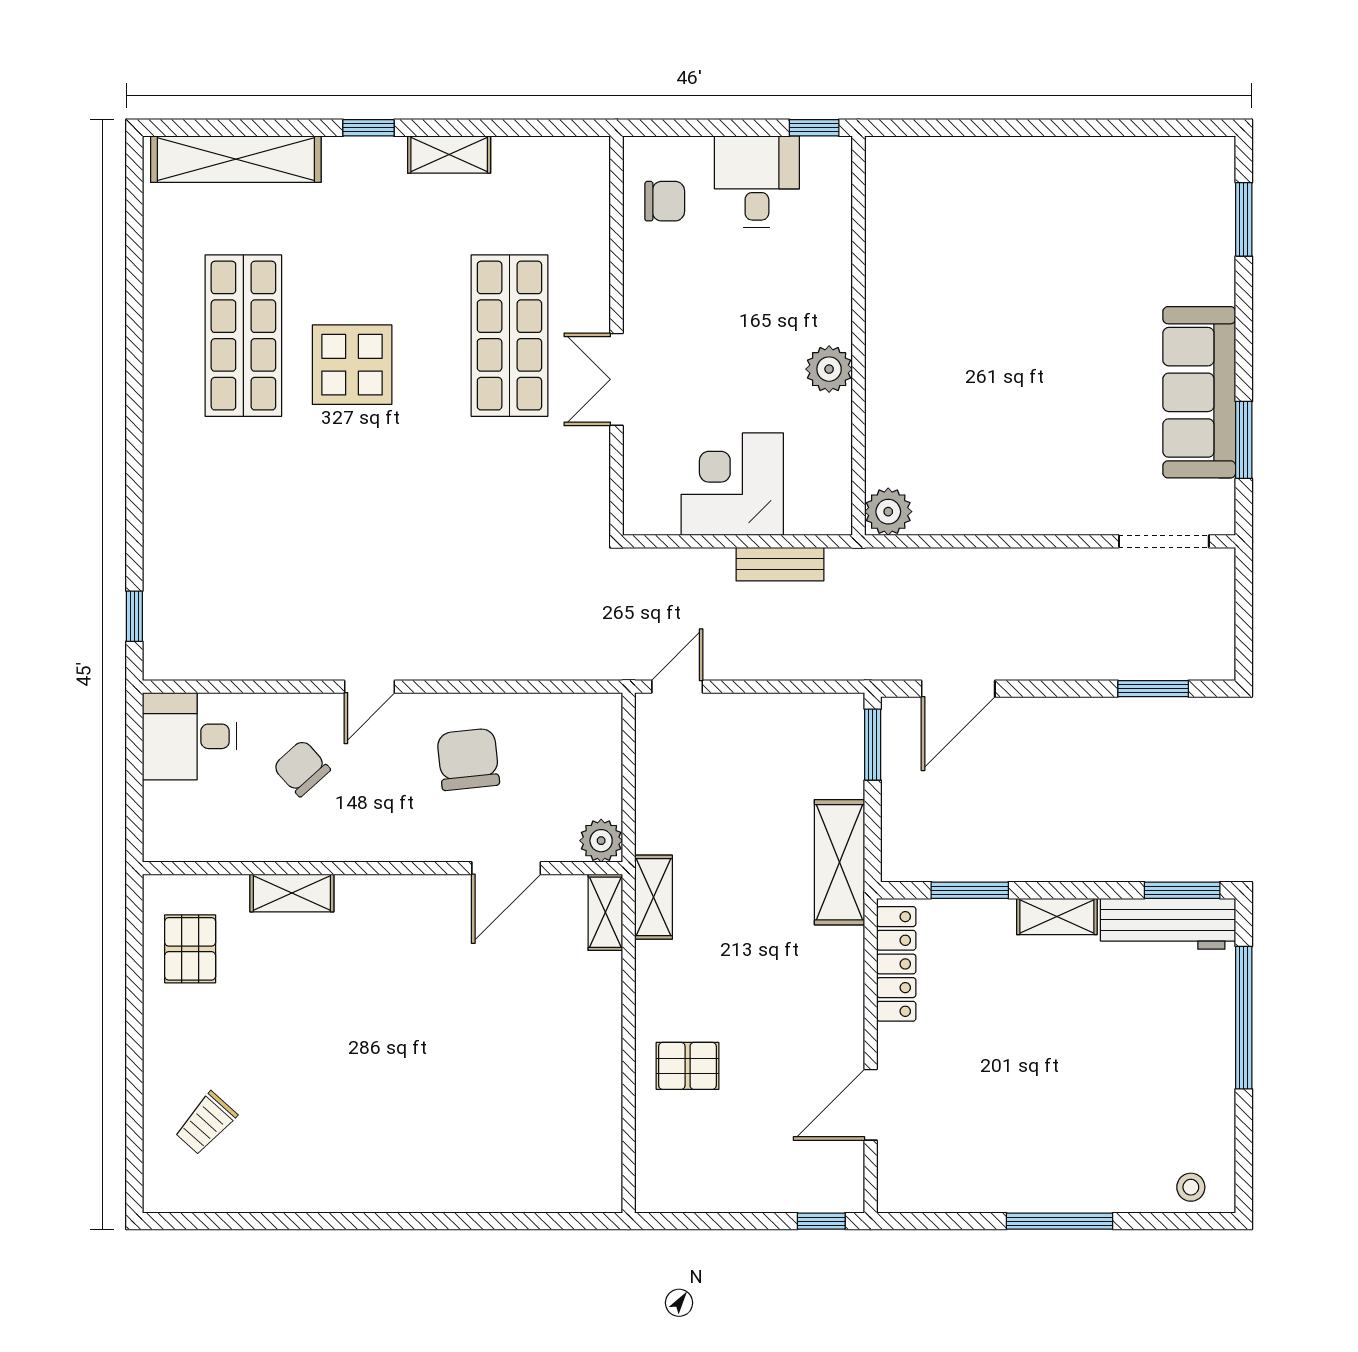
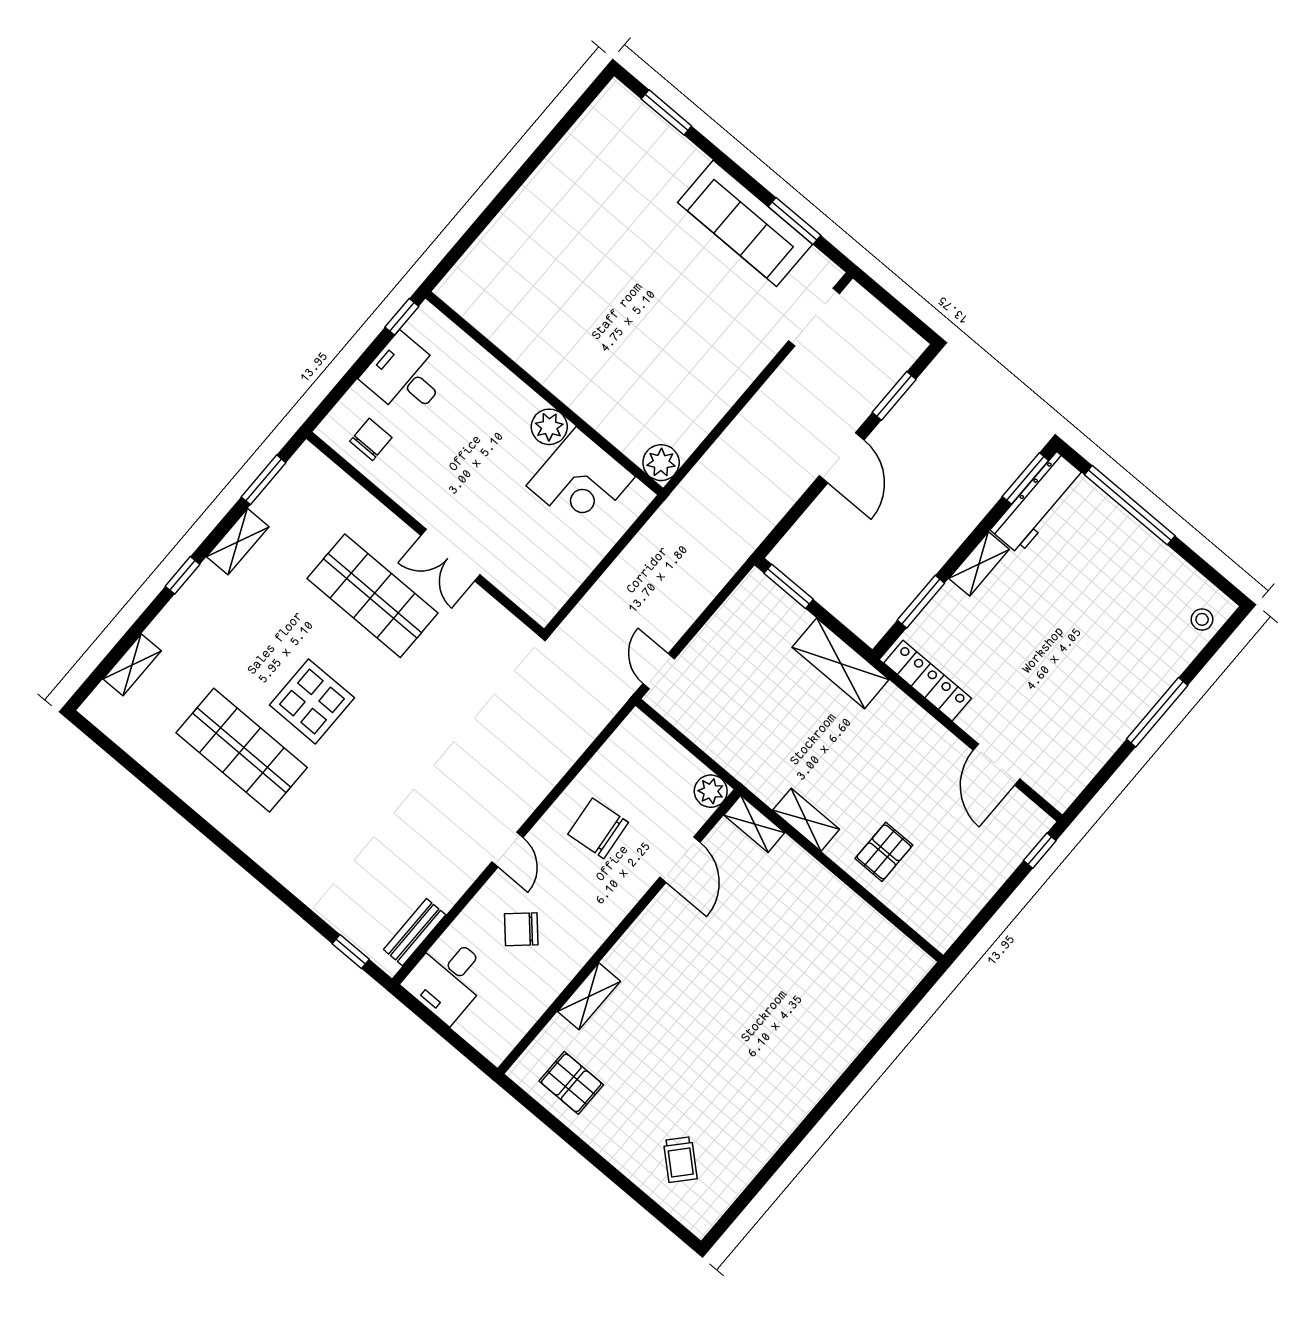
window: (533, 128) -> (264, 480), added
shelving: (236, 159) -> (132, 665), width x0.45, depth x0.75
corner desk: (732, 484) -> (581, 481), moved, turned -90
bench: (780, 564) -> (415, 932), moved
door: (958, 689) -> (842, 458), moved
shelving: (653, 897) -> (806, 820), moved

